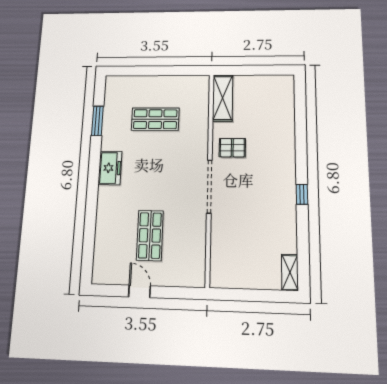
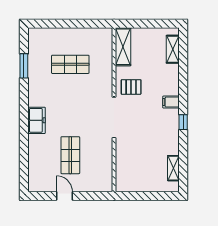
shelving: (287, 101) -> (173, 49), added
freezer: (110, 168) -> (36, 120), moved
filing cabinet: (285, 168) -> (171, 102), added
shelving: (290, 272) -> (173, 168), moved

